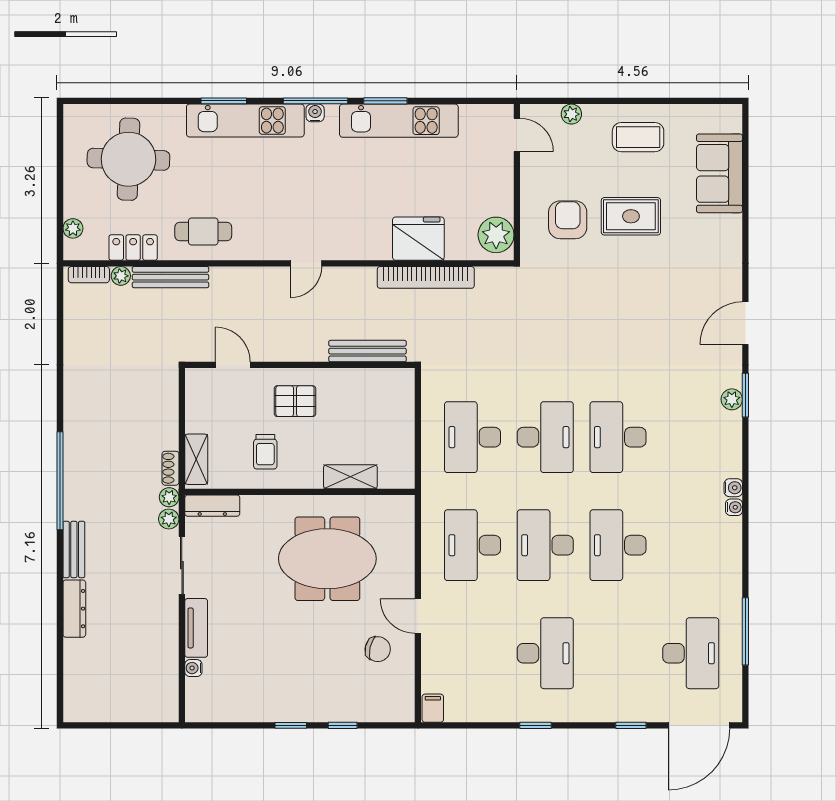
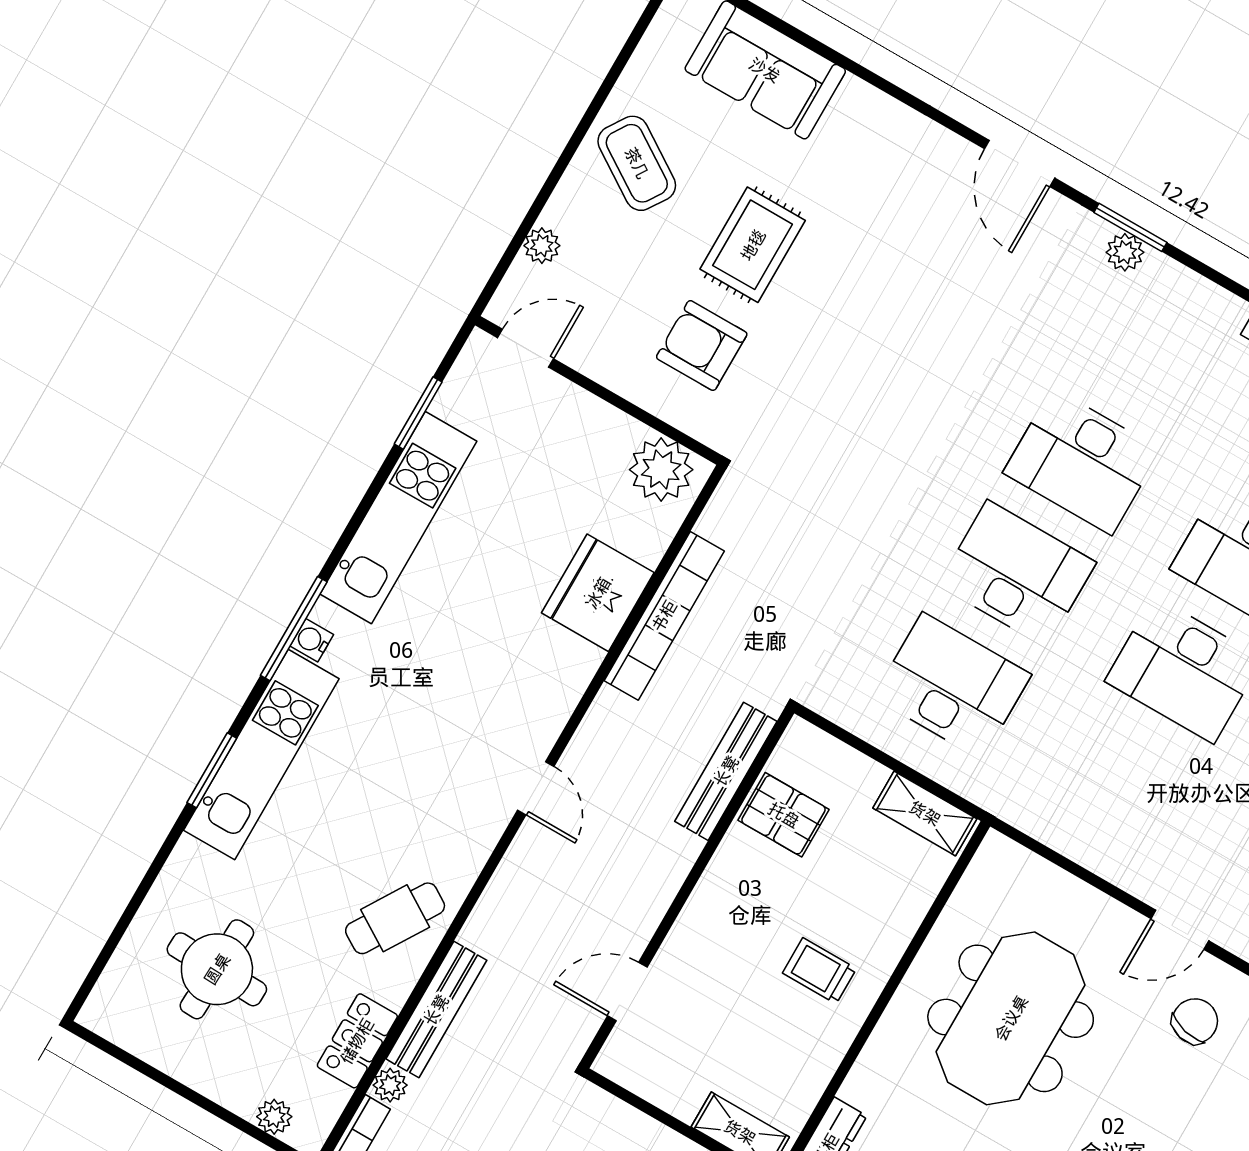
window: (385, 101) -> (418, 413), moved
coffee table: (638, 137) -> (637, 163), turned -57
round table: (128, 159) -> (217, 969), width x0.73, depth x0.73
cafe table: (203, 232) -> (395, 918), turned 32
pallet: (295, 401) -> (784, 815), moved, turned 90
desk: (473, 437) -> (952, 686), turned 180
trolley: (265, 452) -> (820, 971), moved, turned 180
shelving: (350, 477) -> (925, 813), moved, turned 90
desk: (473, 545) -> (1119, 782), removed

